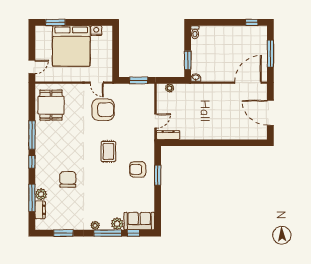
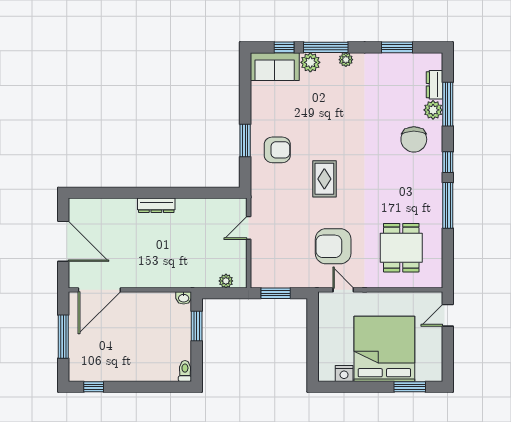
dining table: (51, 105) -> (401, 248), moved
dresser: (168, 135) -> (156, 205), moved
chair: (68, 179) -> (414, 139), moved

